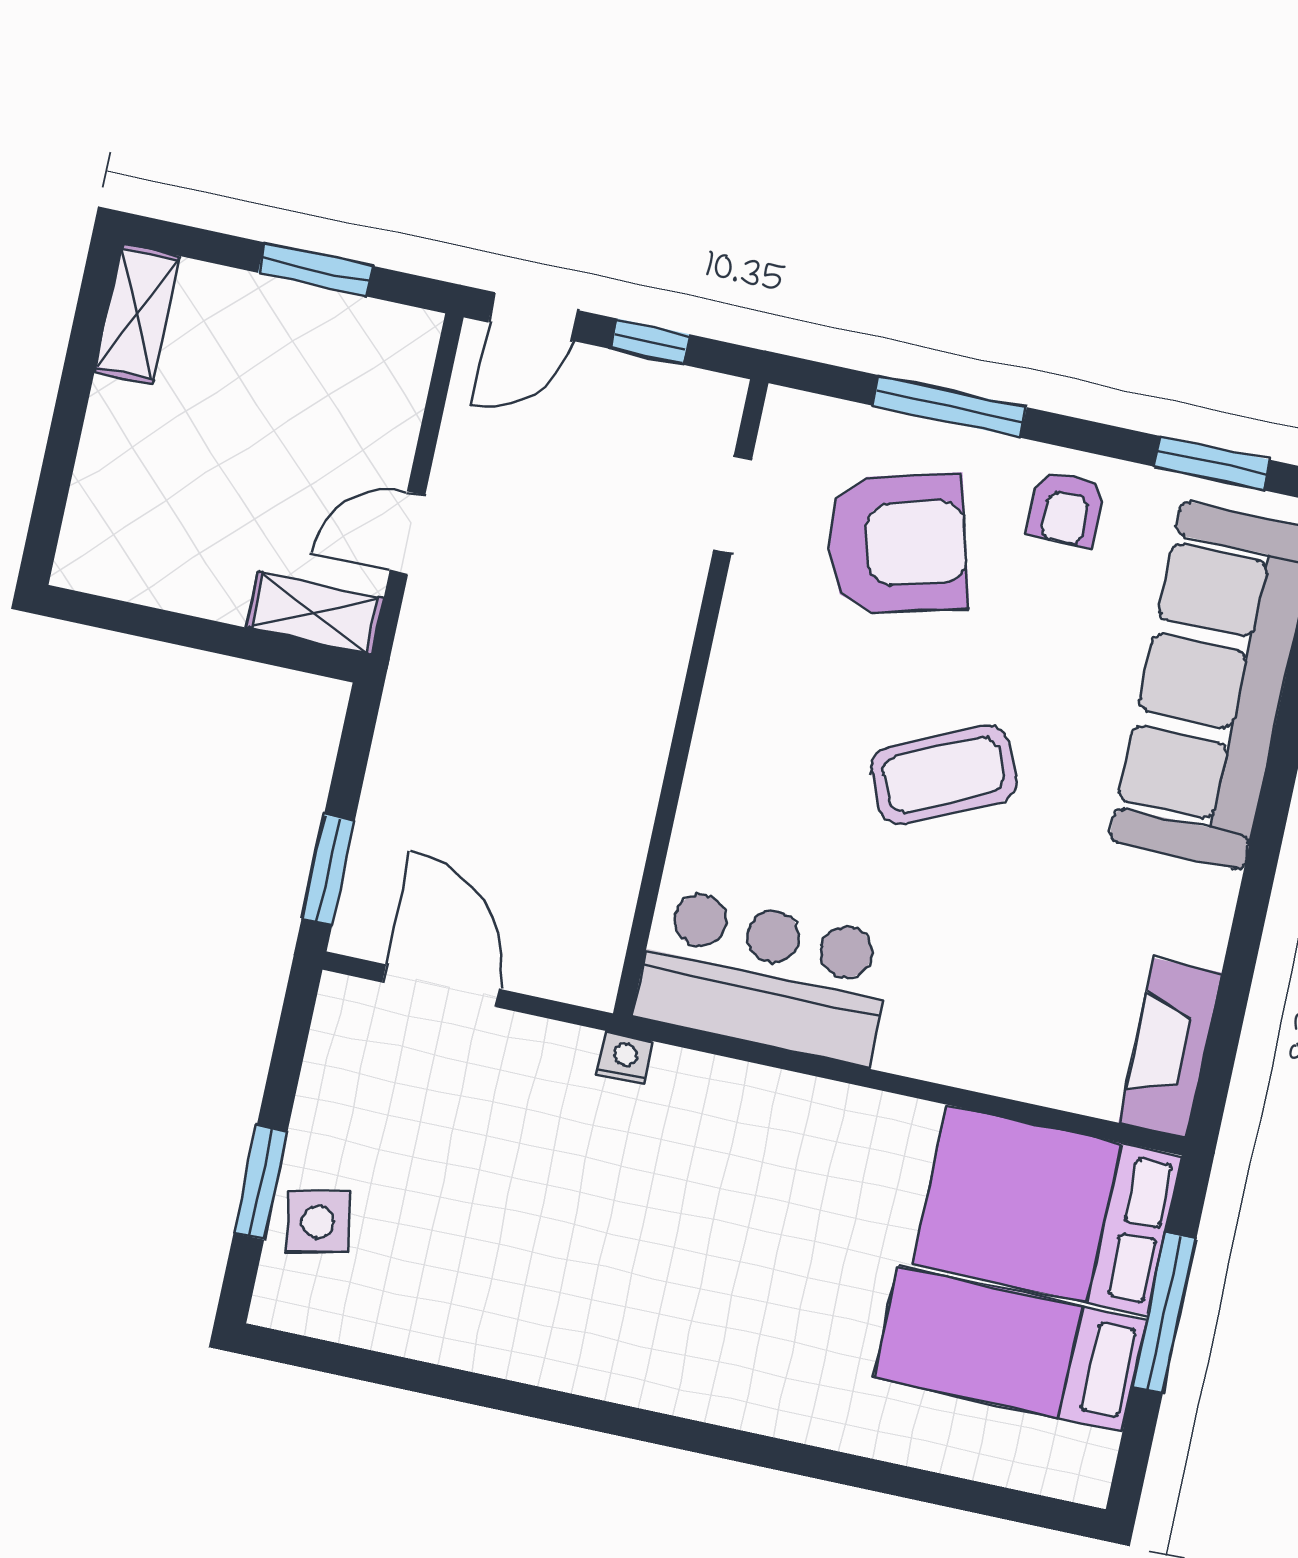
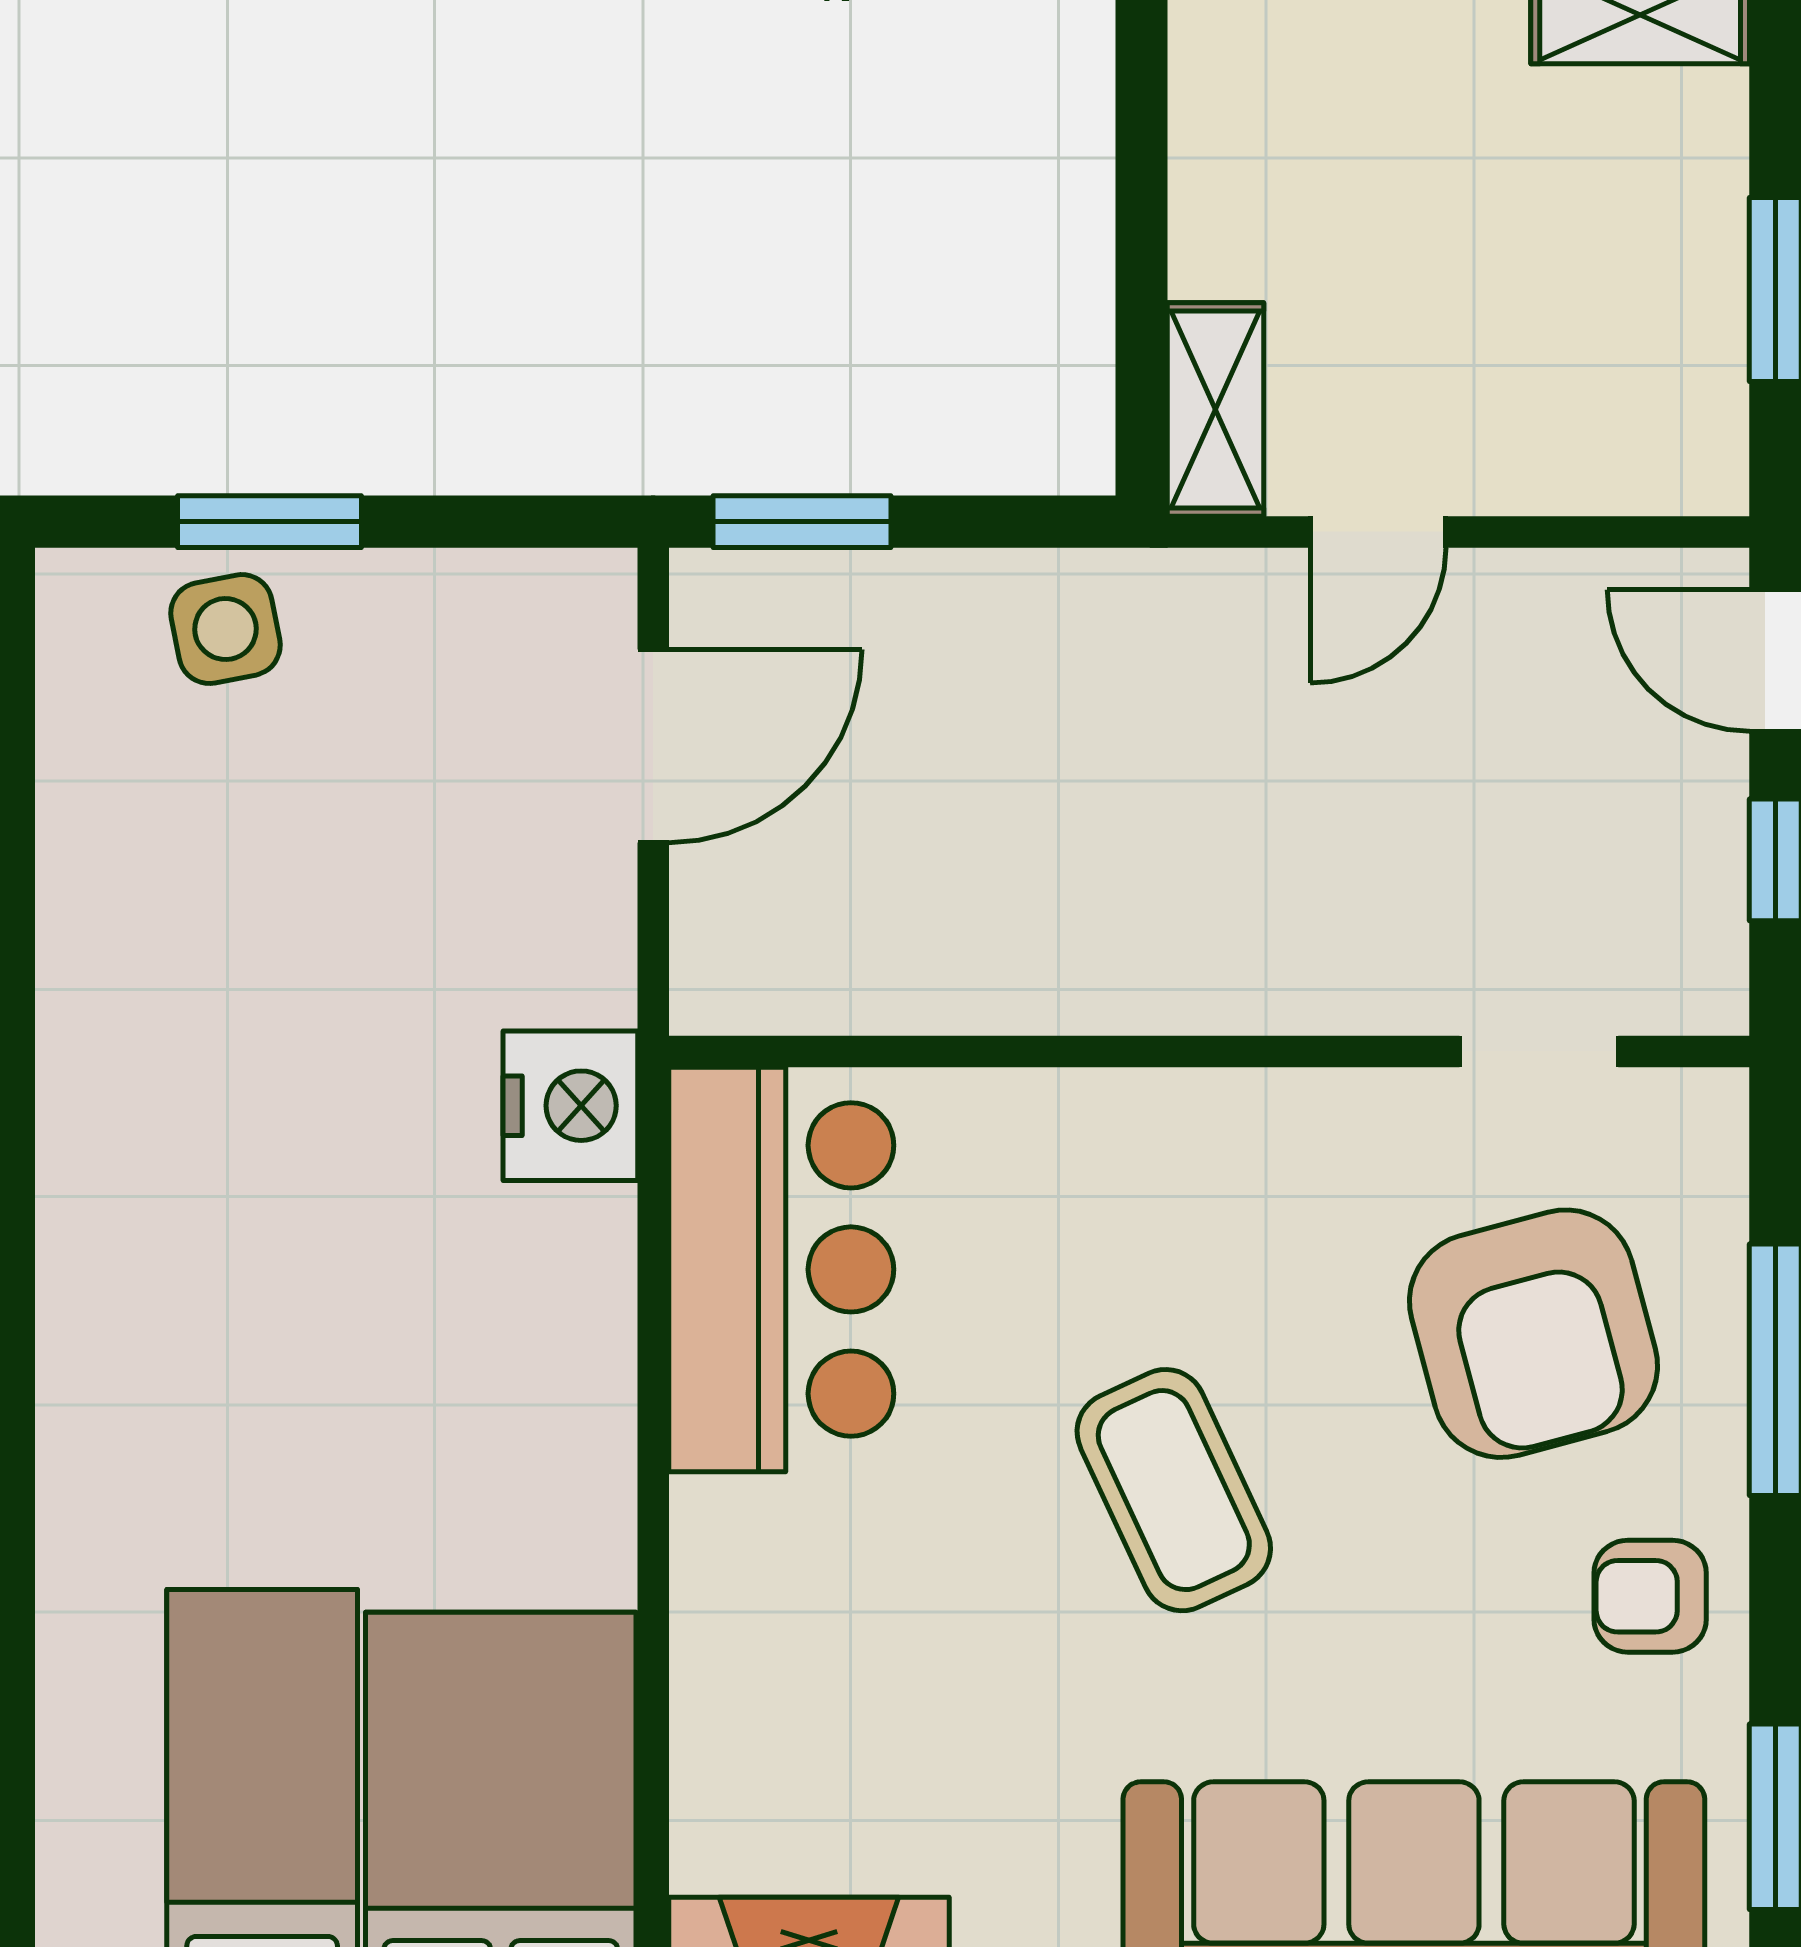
door: (407, 533) -> (1378, 532), swing flipped
nightstand: (625, 1058) -> (570, 1106), width x1.89, depth x1.79

